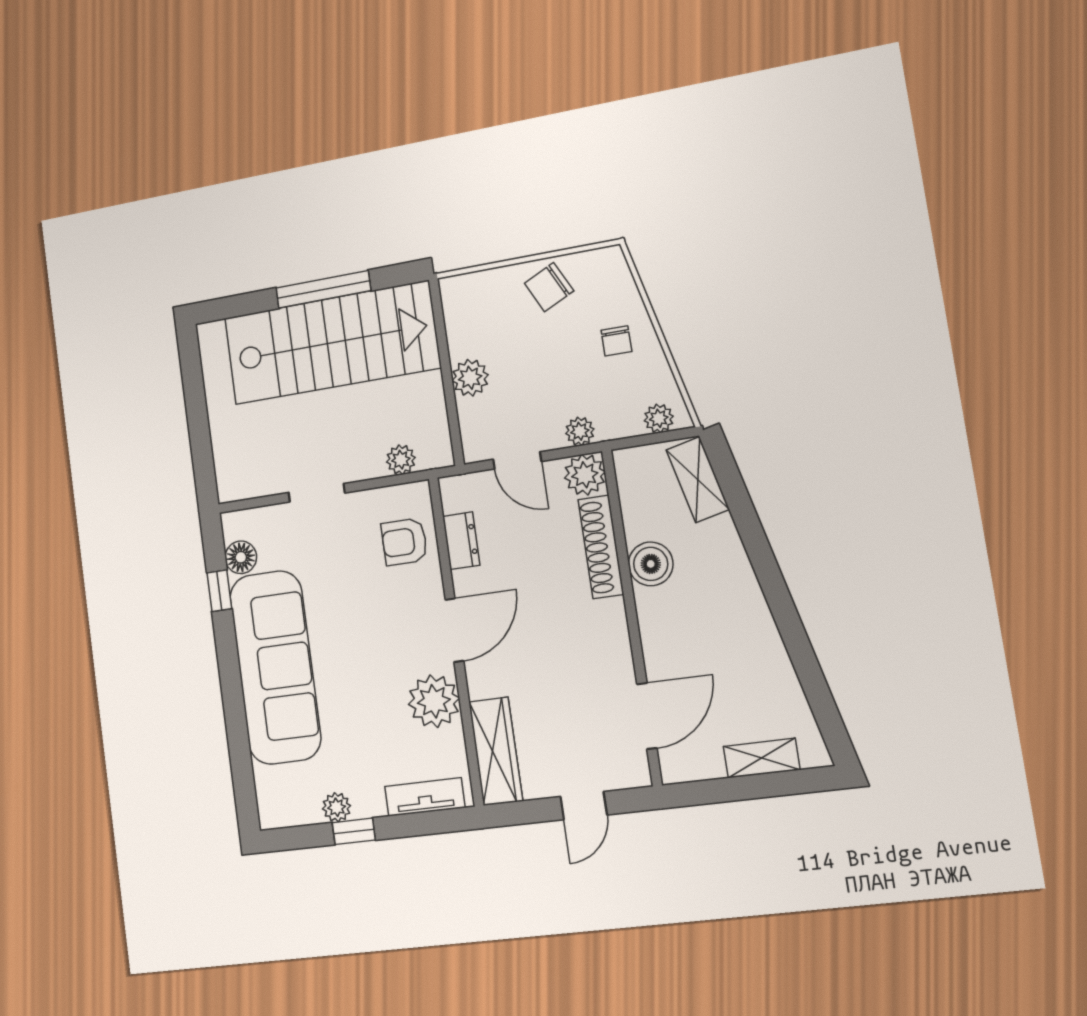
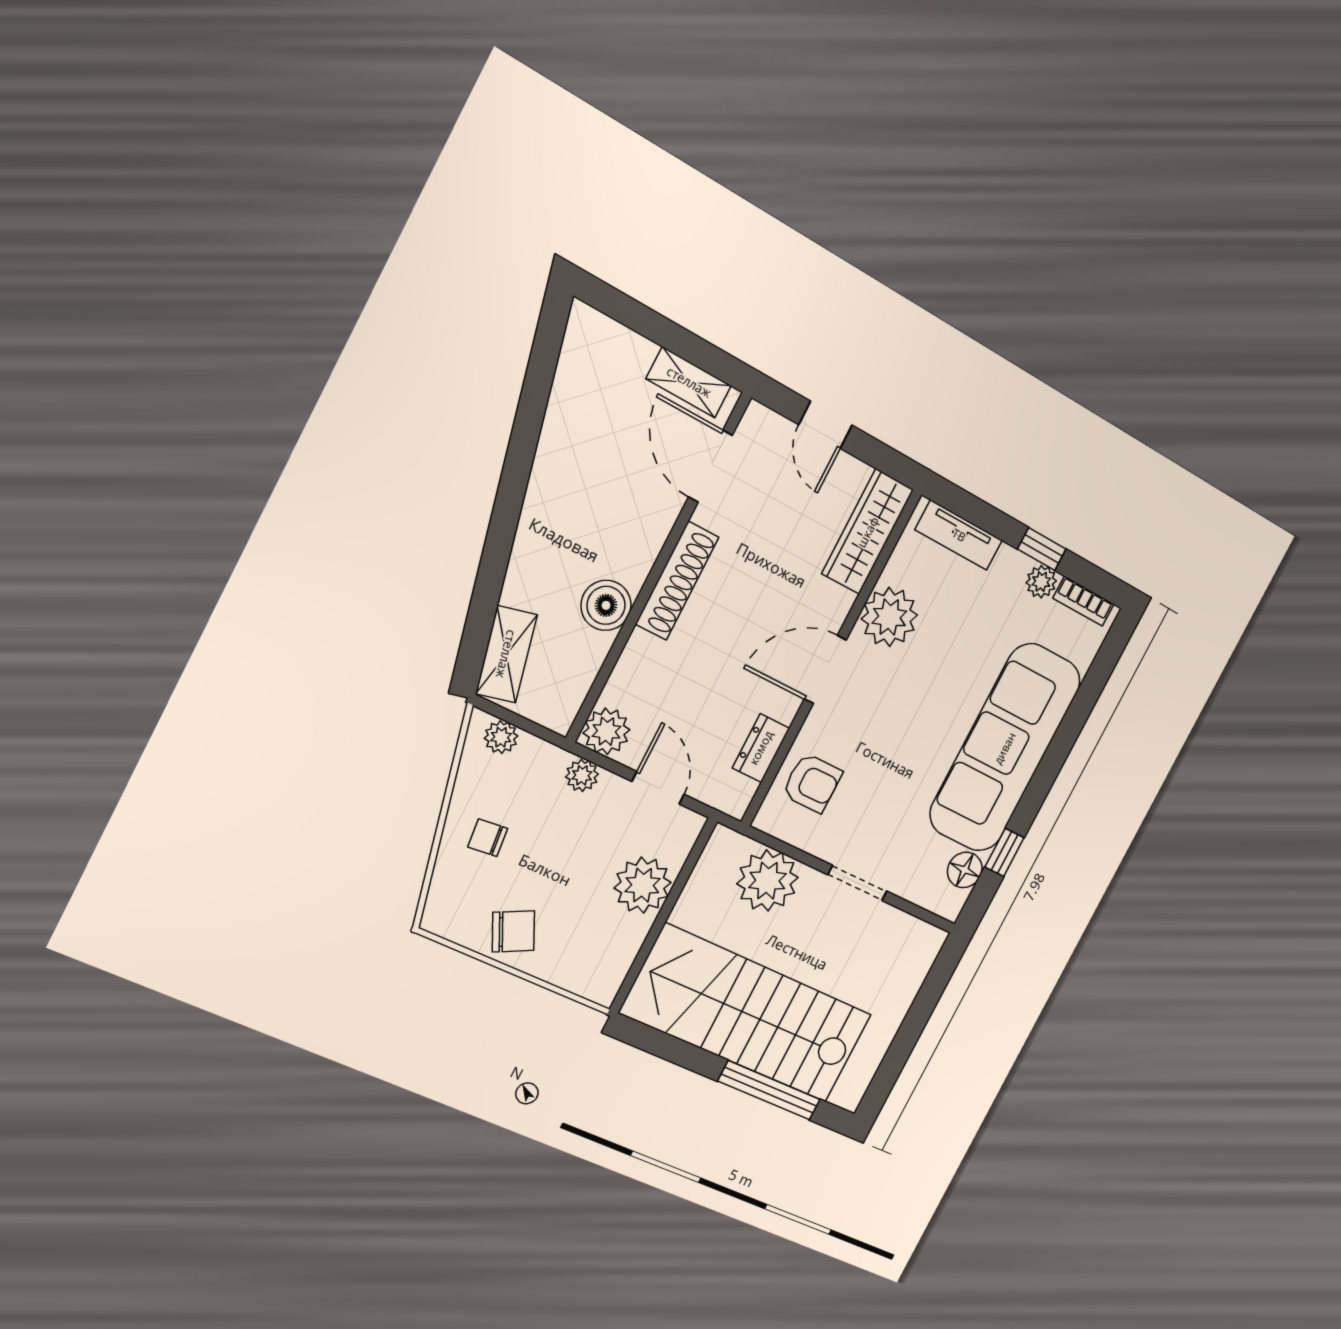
window: (323, 289) -> (769, 1090), moved
chair: (616, 341) -> (488, 838), turned -96
plant: (470, 378) -> (643, 885), width x1.36, depth x1.36
plant: (401, 460) -> (767, 881), width x1.87, depth x1.87
shoe rack: (601, 547) -> (677, 581), moved
door: (647, 716) -> (710, 466), hinge flipped
shelving: (762, 758) -> (689, 382), moved
door: (584, 806) -> (825, 425), swing flipped
bookcase: (293, 816) -> (1083, 601), added

